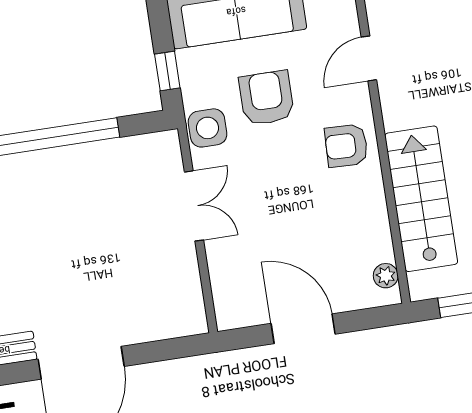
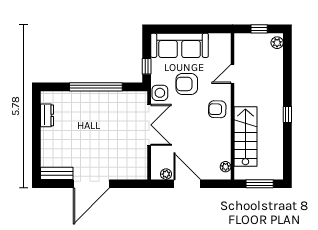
armchair: (267, 98) -> (187, 84), turned -90
double door: (194, 206) -> (149, 125), width x1.37
plant: (251, 314) -> (166, 174), added

